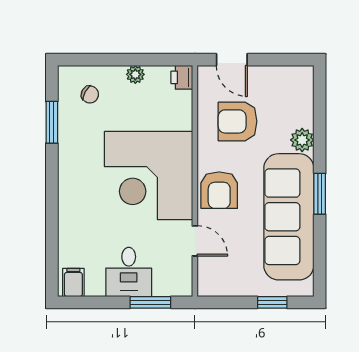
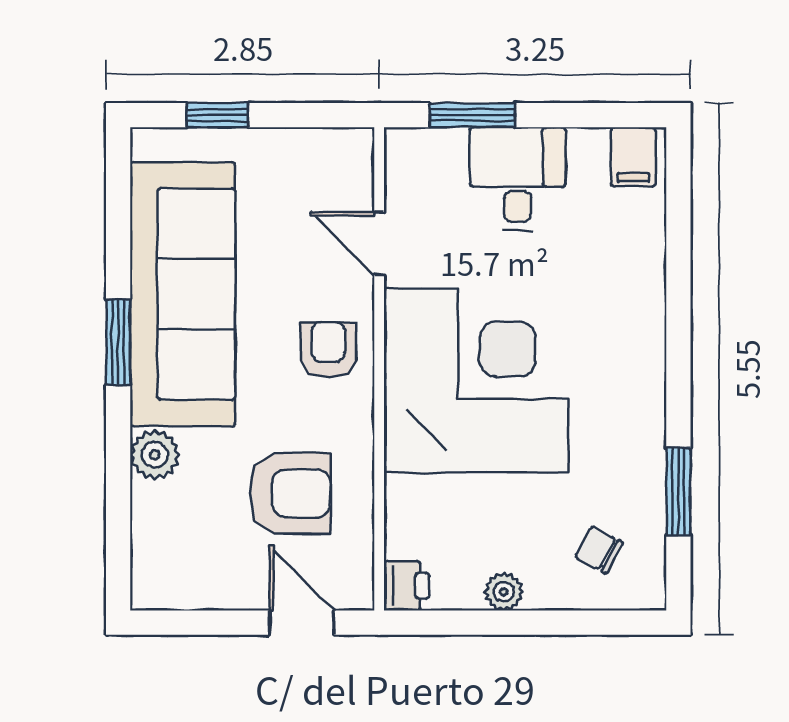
armchair: (219, 190) -> (328, 350), width x0.72, depth x0.72

